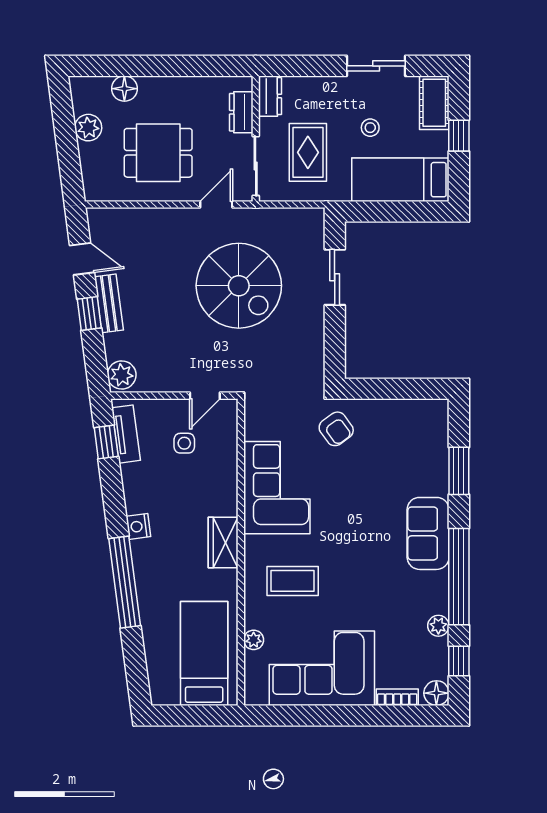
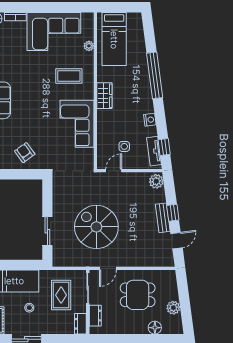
door: (82, 259) -> (176, 241), swing flipped
armchair: (336, 429) -> (25, 153), moved
nightstand: (138, 526) -> (150, 120), moved

